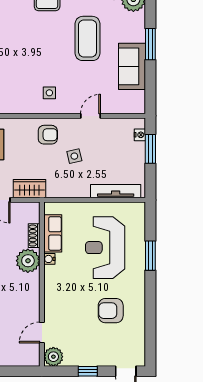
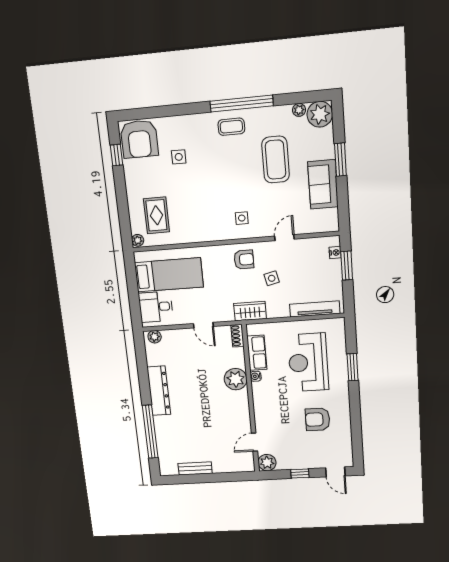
wardrobe: (30, 189) -> (250, 311), moved
shoe rack: (34, 236) -> (237, 336), moved

